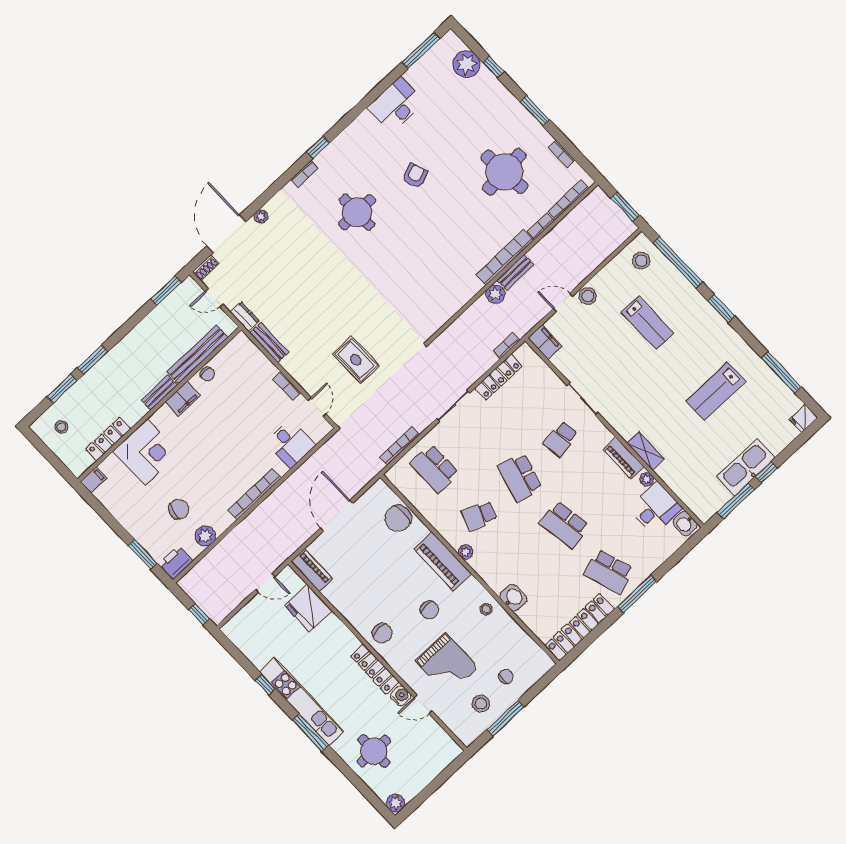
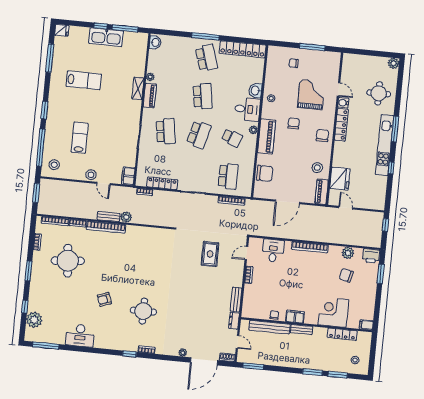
school desk: (561, 439) -> (166, 131), width x1.85
desk: (655, 508) -> (247, 109), moved, turned 180
stool: (481, 704) -> (317, 168), moved

